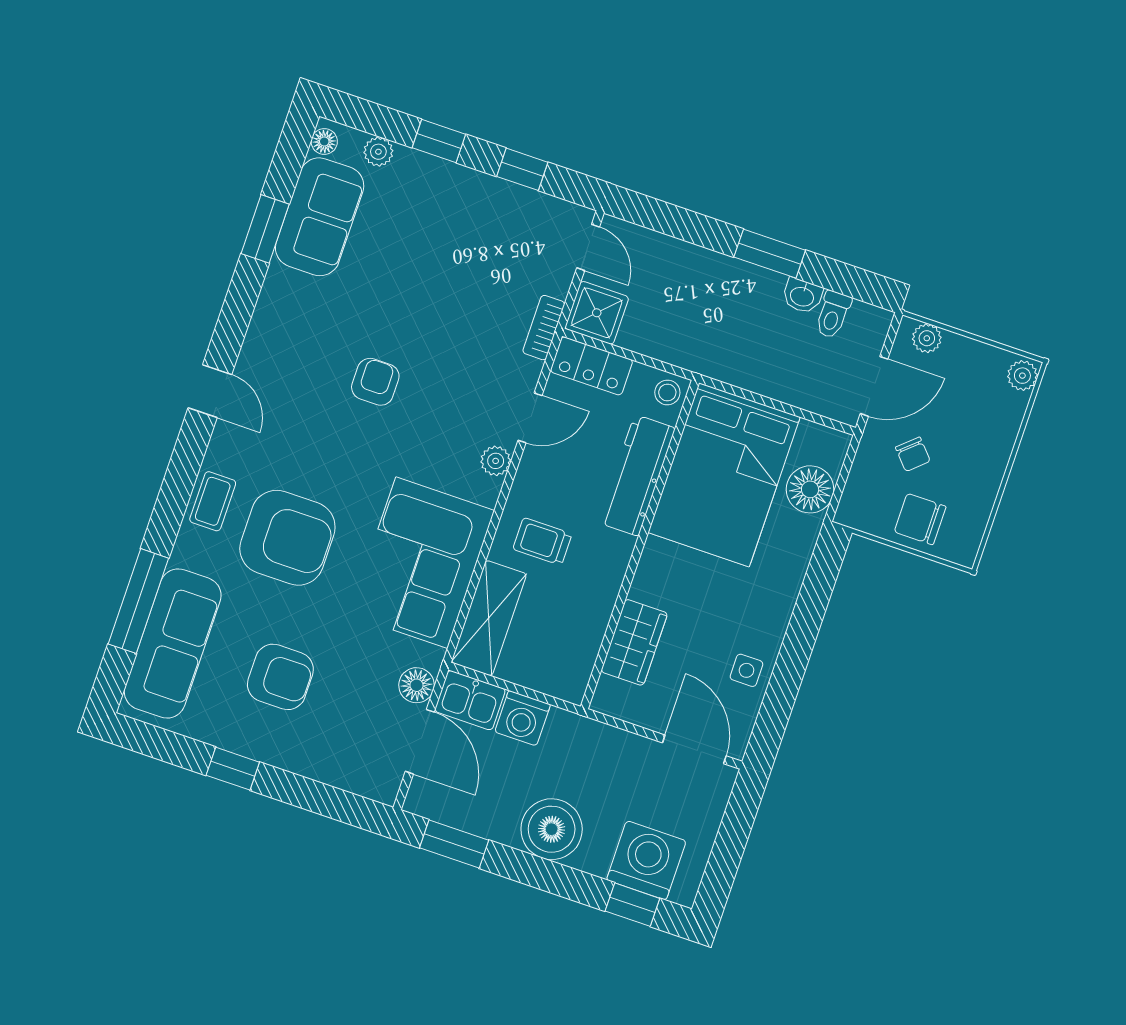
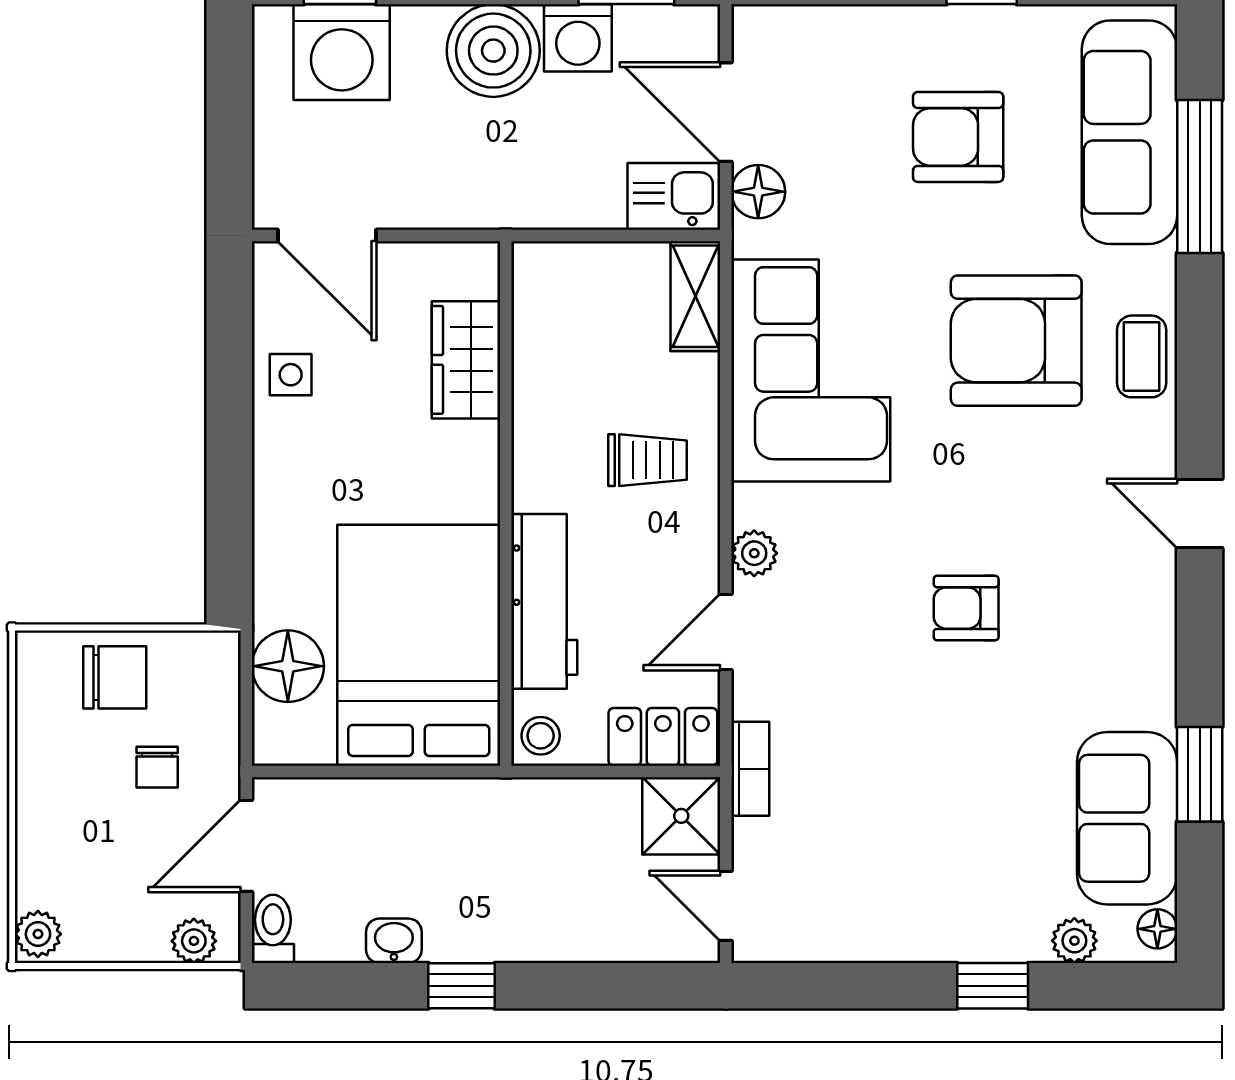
window: (522, 169) -> (859, 986), removed
window: (770, 254) -> (461, 986), width x0.67
toilet: (833, 315) -> (273, 929), moved
armchair: (375, 382) -> (966, 608), turned 90
chair: (913, 454) -> (157, 767), turned -138
shelving: (489, 618) -> (695, 296), width x0.67, depth x0.75
washing machine: (523, 718) -> (578, 38), moved, turned 180

